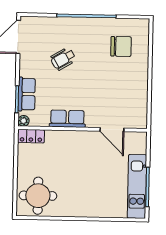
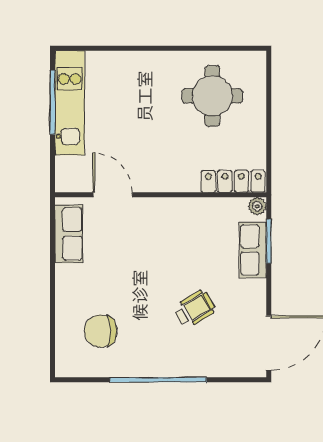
row of seats: (67, 119) -> (69, 234), moved, turned -90
locker: (31, 136) -> (233, 181), width x1.53
round table: (38, 196) -> (212, 96), moved

